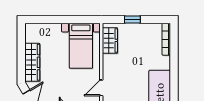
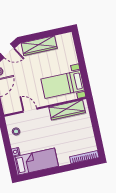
window: (132, 19) -> (95, 124), removed
wardrobe: (110, 40) -> (67, 110), width x1.50

